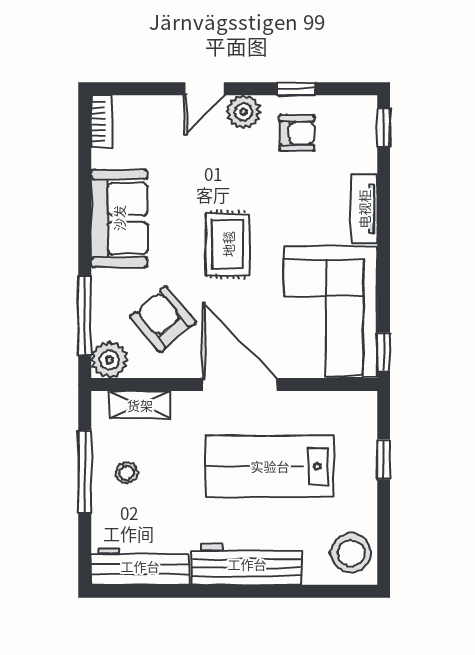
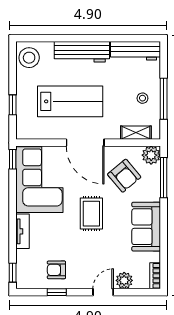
plant: (244, 112) -> (124, 280), moved

